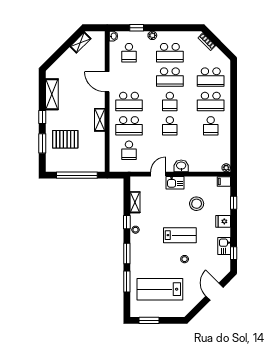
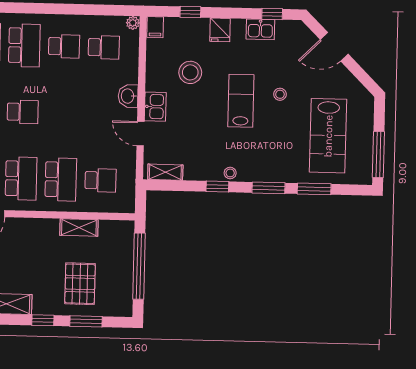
shelving: (100, 120) -> (79, 227), moved
school desk: (170, 126) -> (104, 47), moved
shelving: (135, 202) -> (165, 172), moved
window: (149, 320) -> (378, 155), width x1.44

